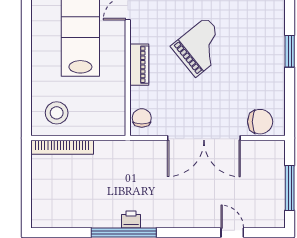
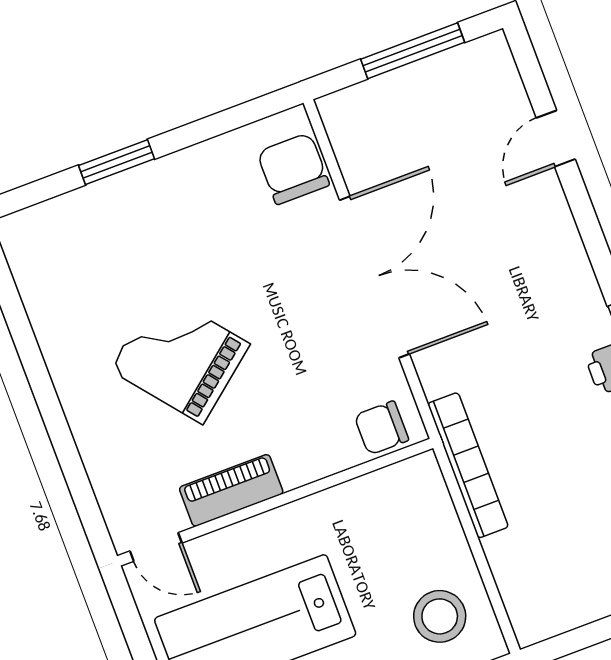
piano: (139, 65) -> (231, 490), moved
bookcase: (62, 147) -> (468, 465), moved

